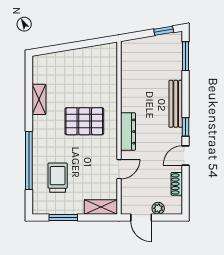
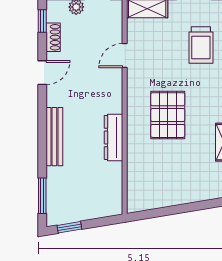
pallet: (84, 121) -> (168, 115), turned 90
window: (185, 127) -> (42, 21), moved
dresser: (128, 132) -> (114, 137), moved

